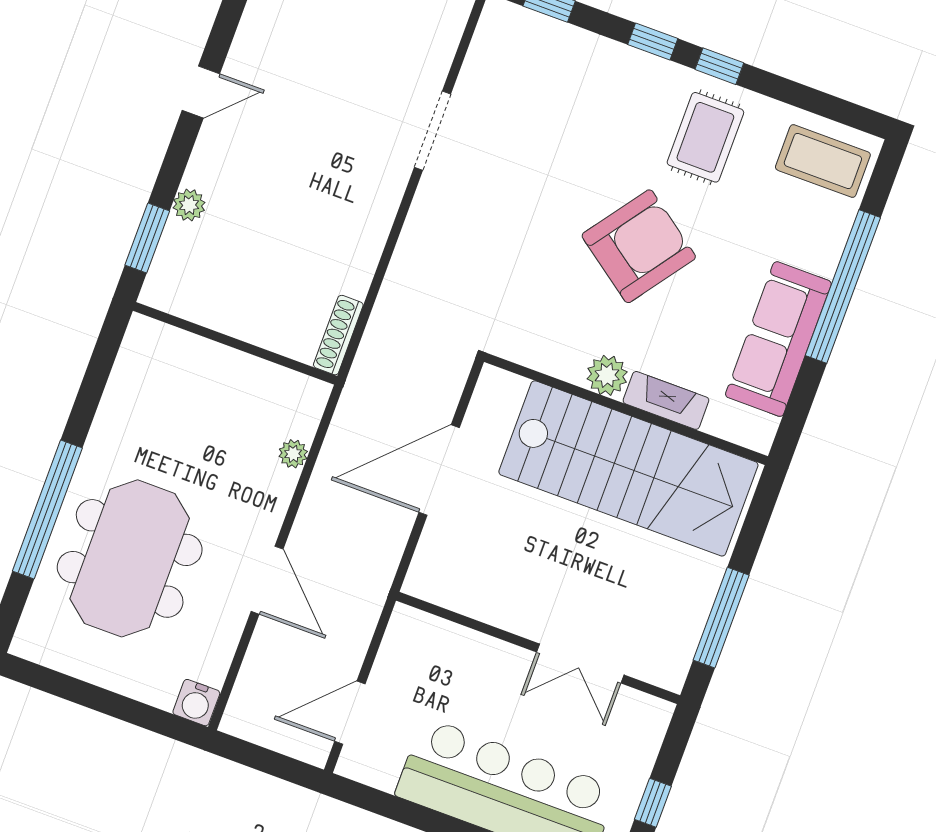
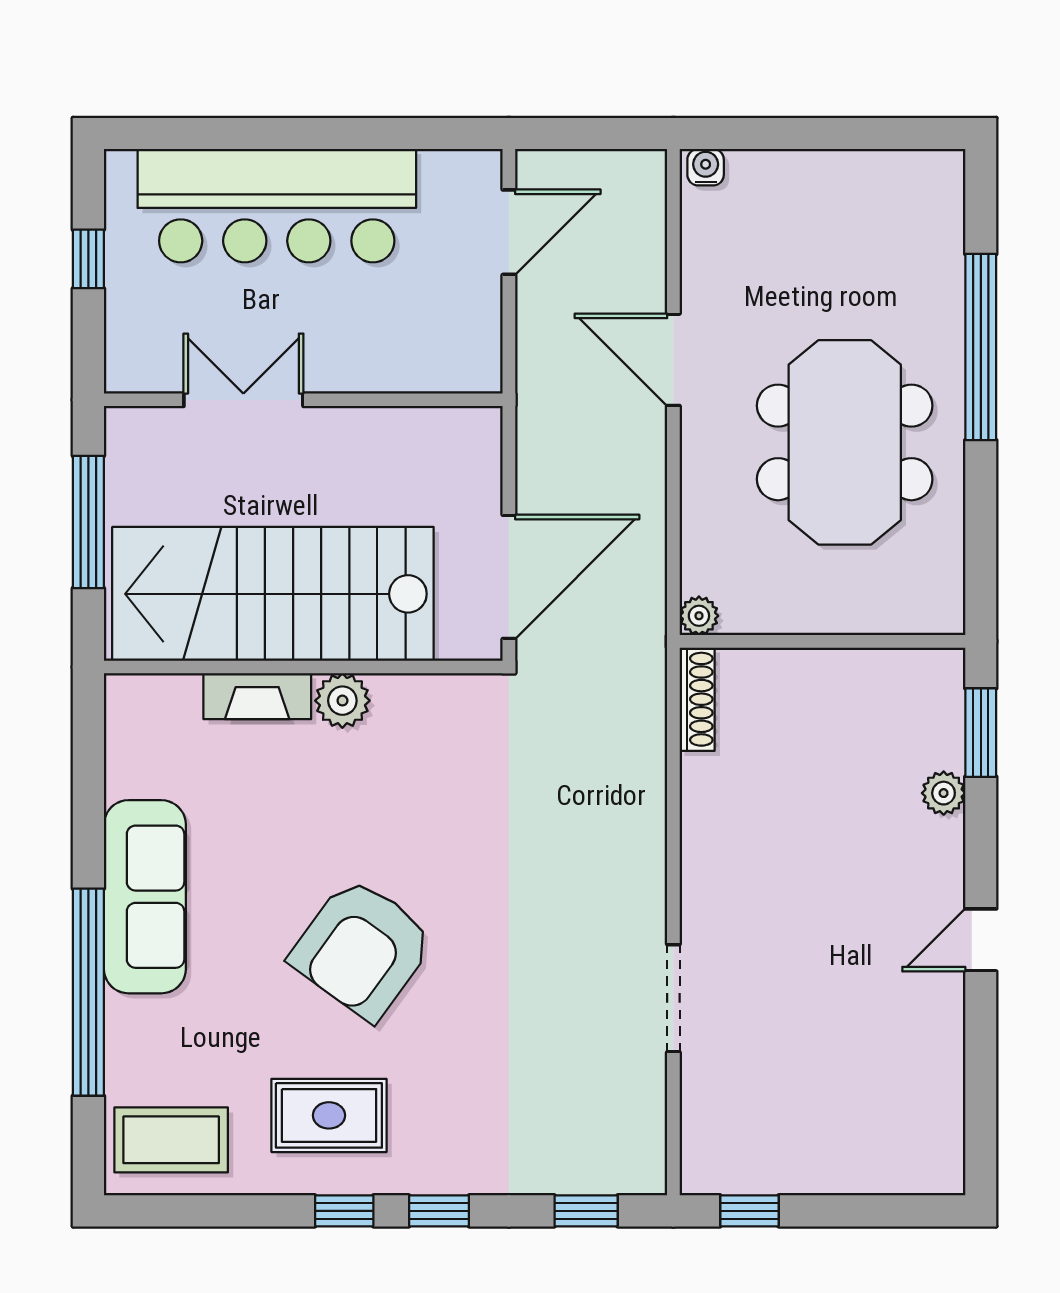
rug: (705, 137) -> (329, 1115), turned 90
plant: (607, 375) -> (342, 701), moved
fireplace: (666, 400) -> (257, 696), moved
wall: (626, 409) -> (303, 667), moved
plant: (293, 454) -> (699, 616), moved
stairs: (628, 468) -> (273, 594), moved
meeting table: (130, 558) -> (845, 442), moved
water cooler: (196, 703) -> (706, 167), width x0.72, depth x0.72

